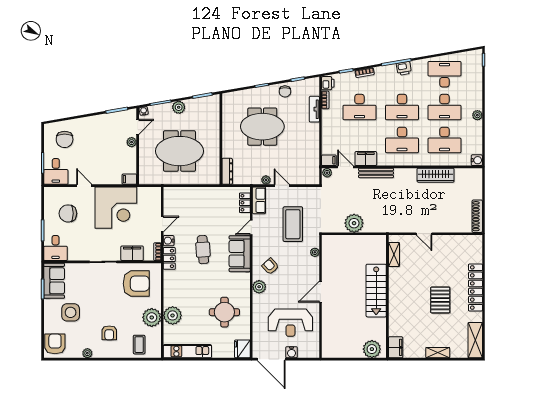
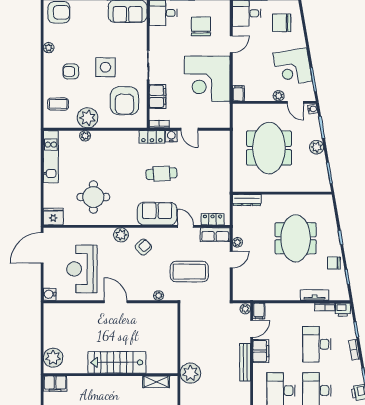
corner desk: (105, 129) -> (293, 67), added
plant: (354, 223) -> (190, 373), moved
side table: (71, 312) -> (105, 67), moved
plant: (173, 315) -> (85, 136), width x0.53, depth x0.53
water cooler: (292, 352) -> (50, 294), moved

